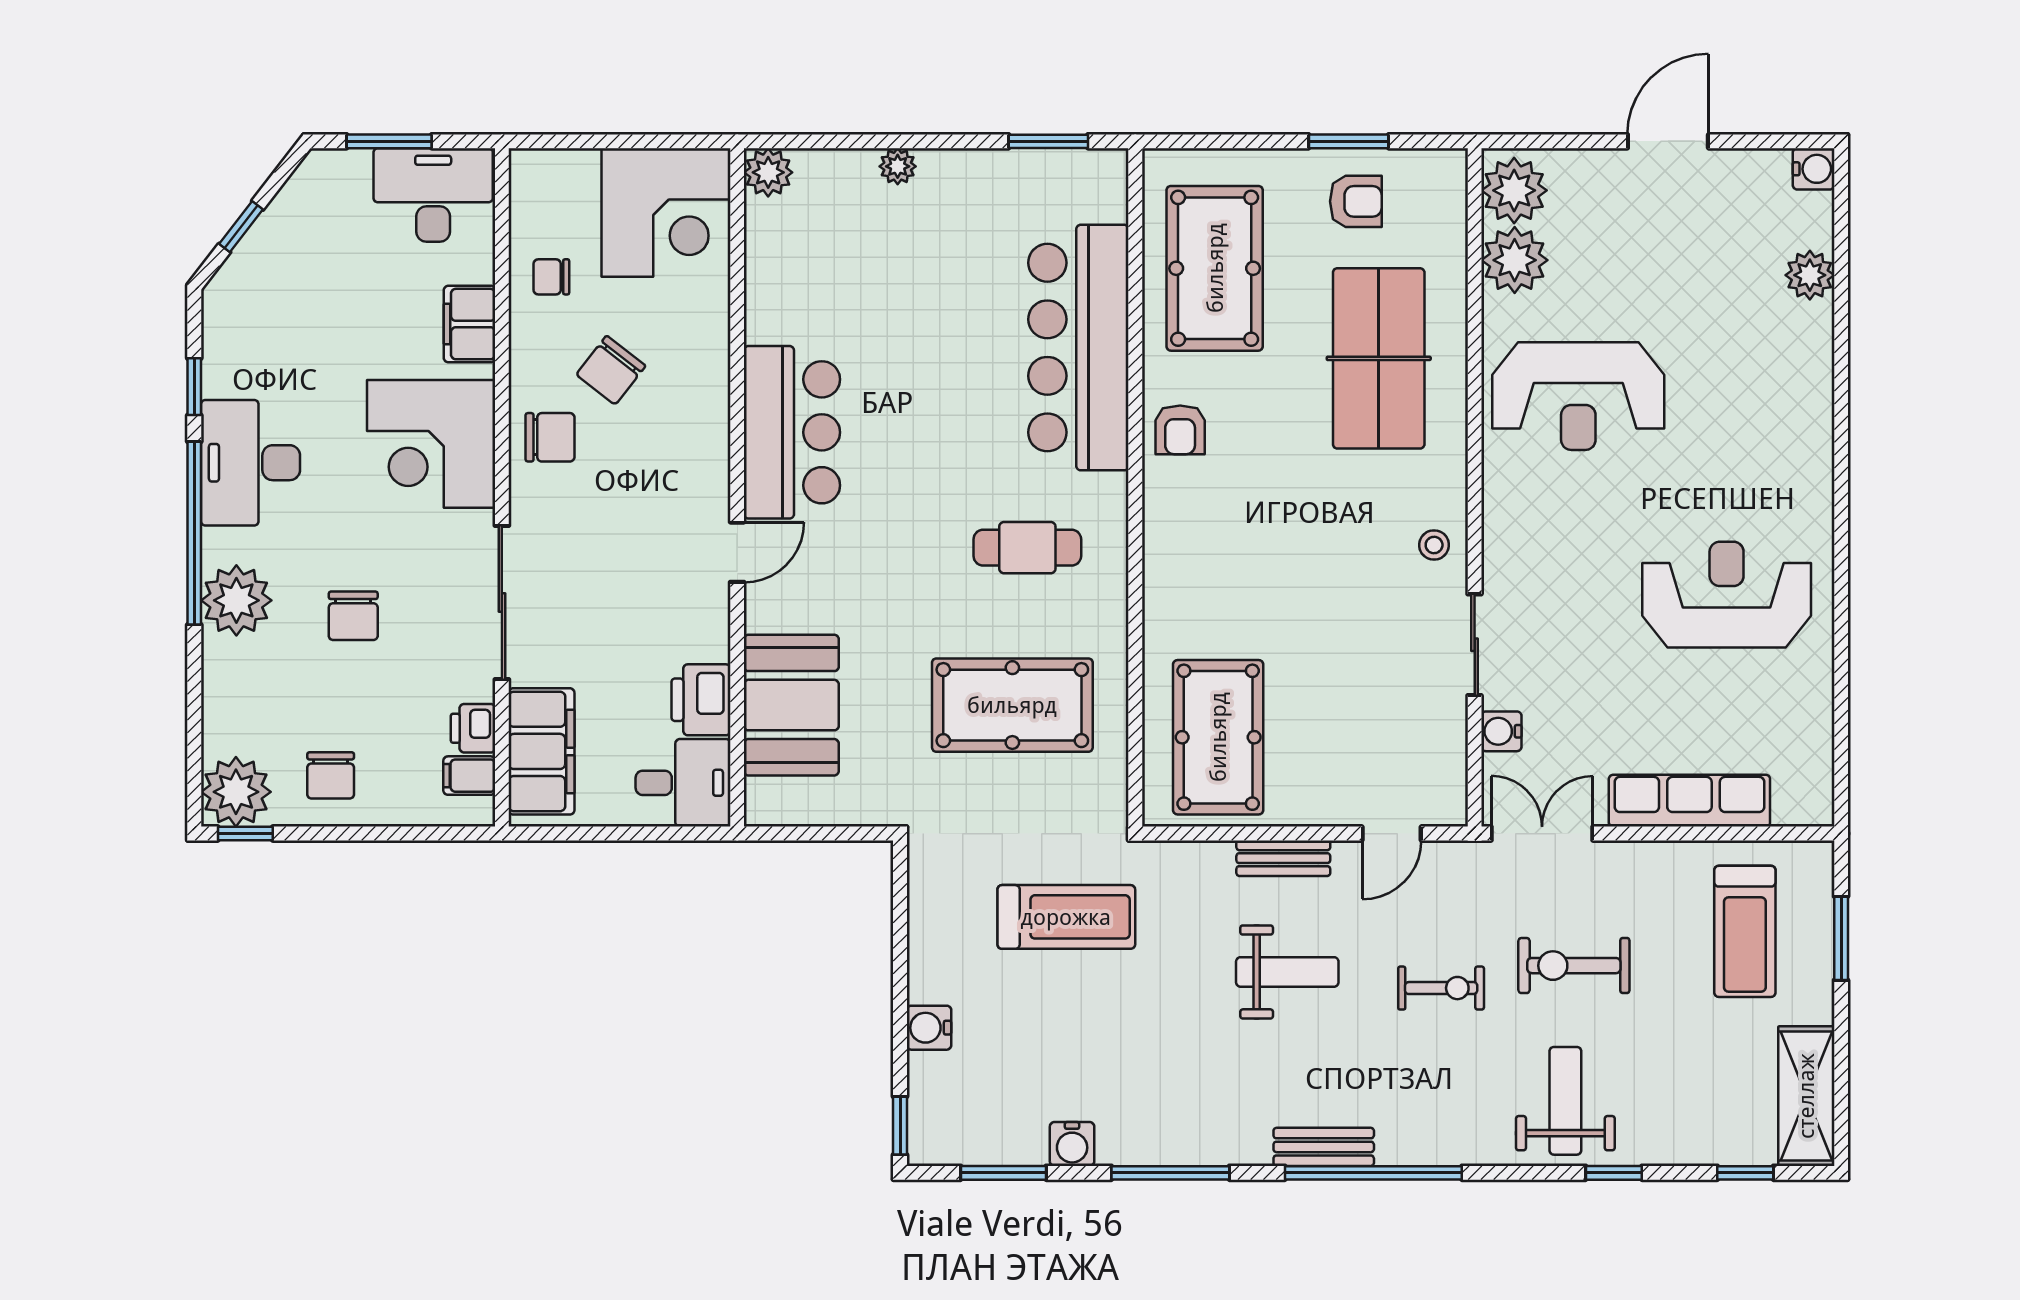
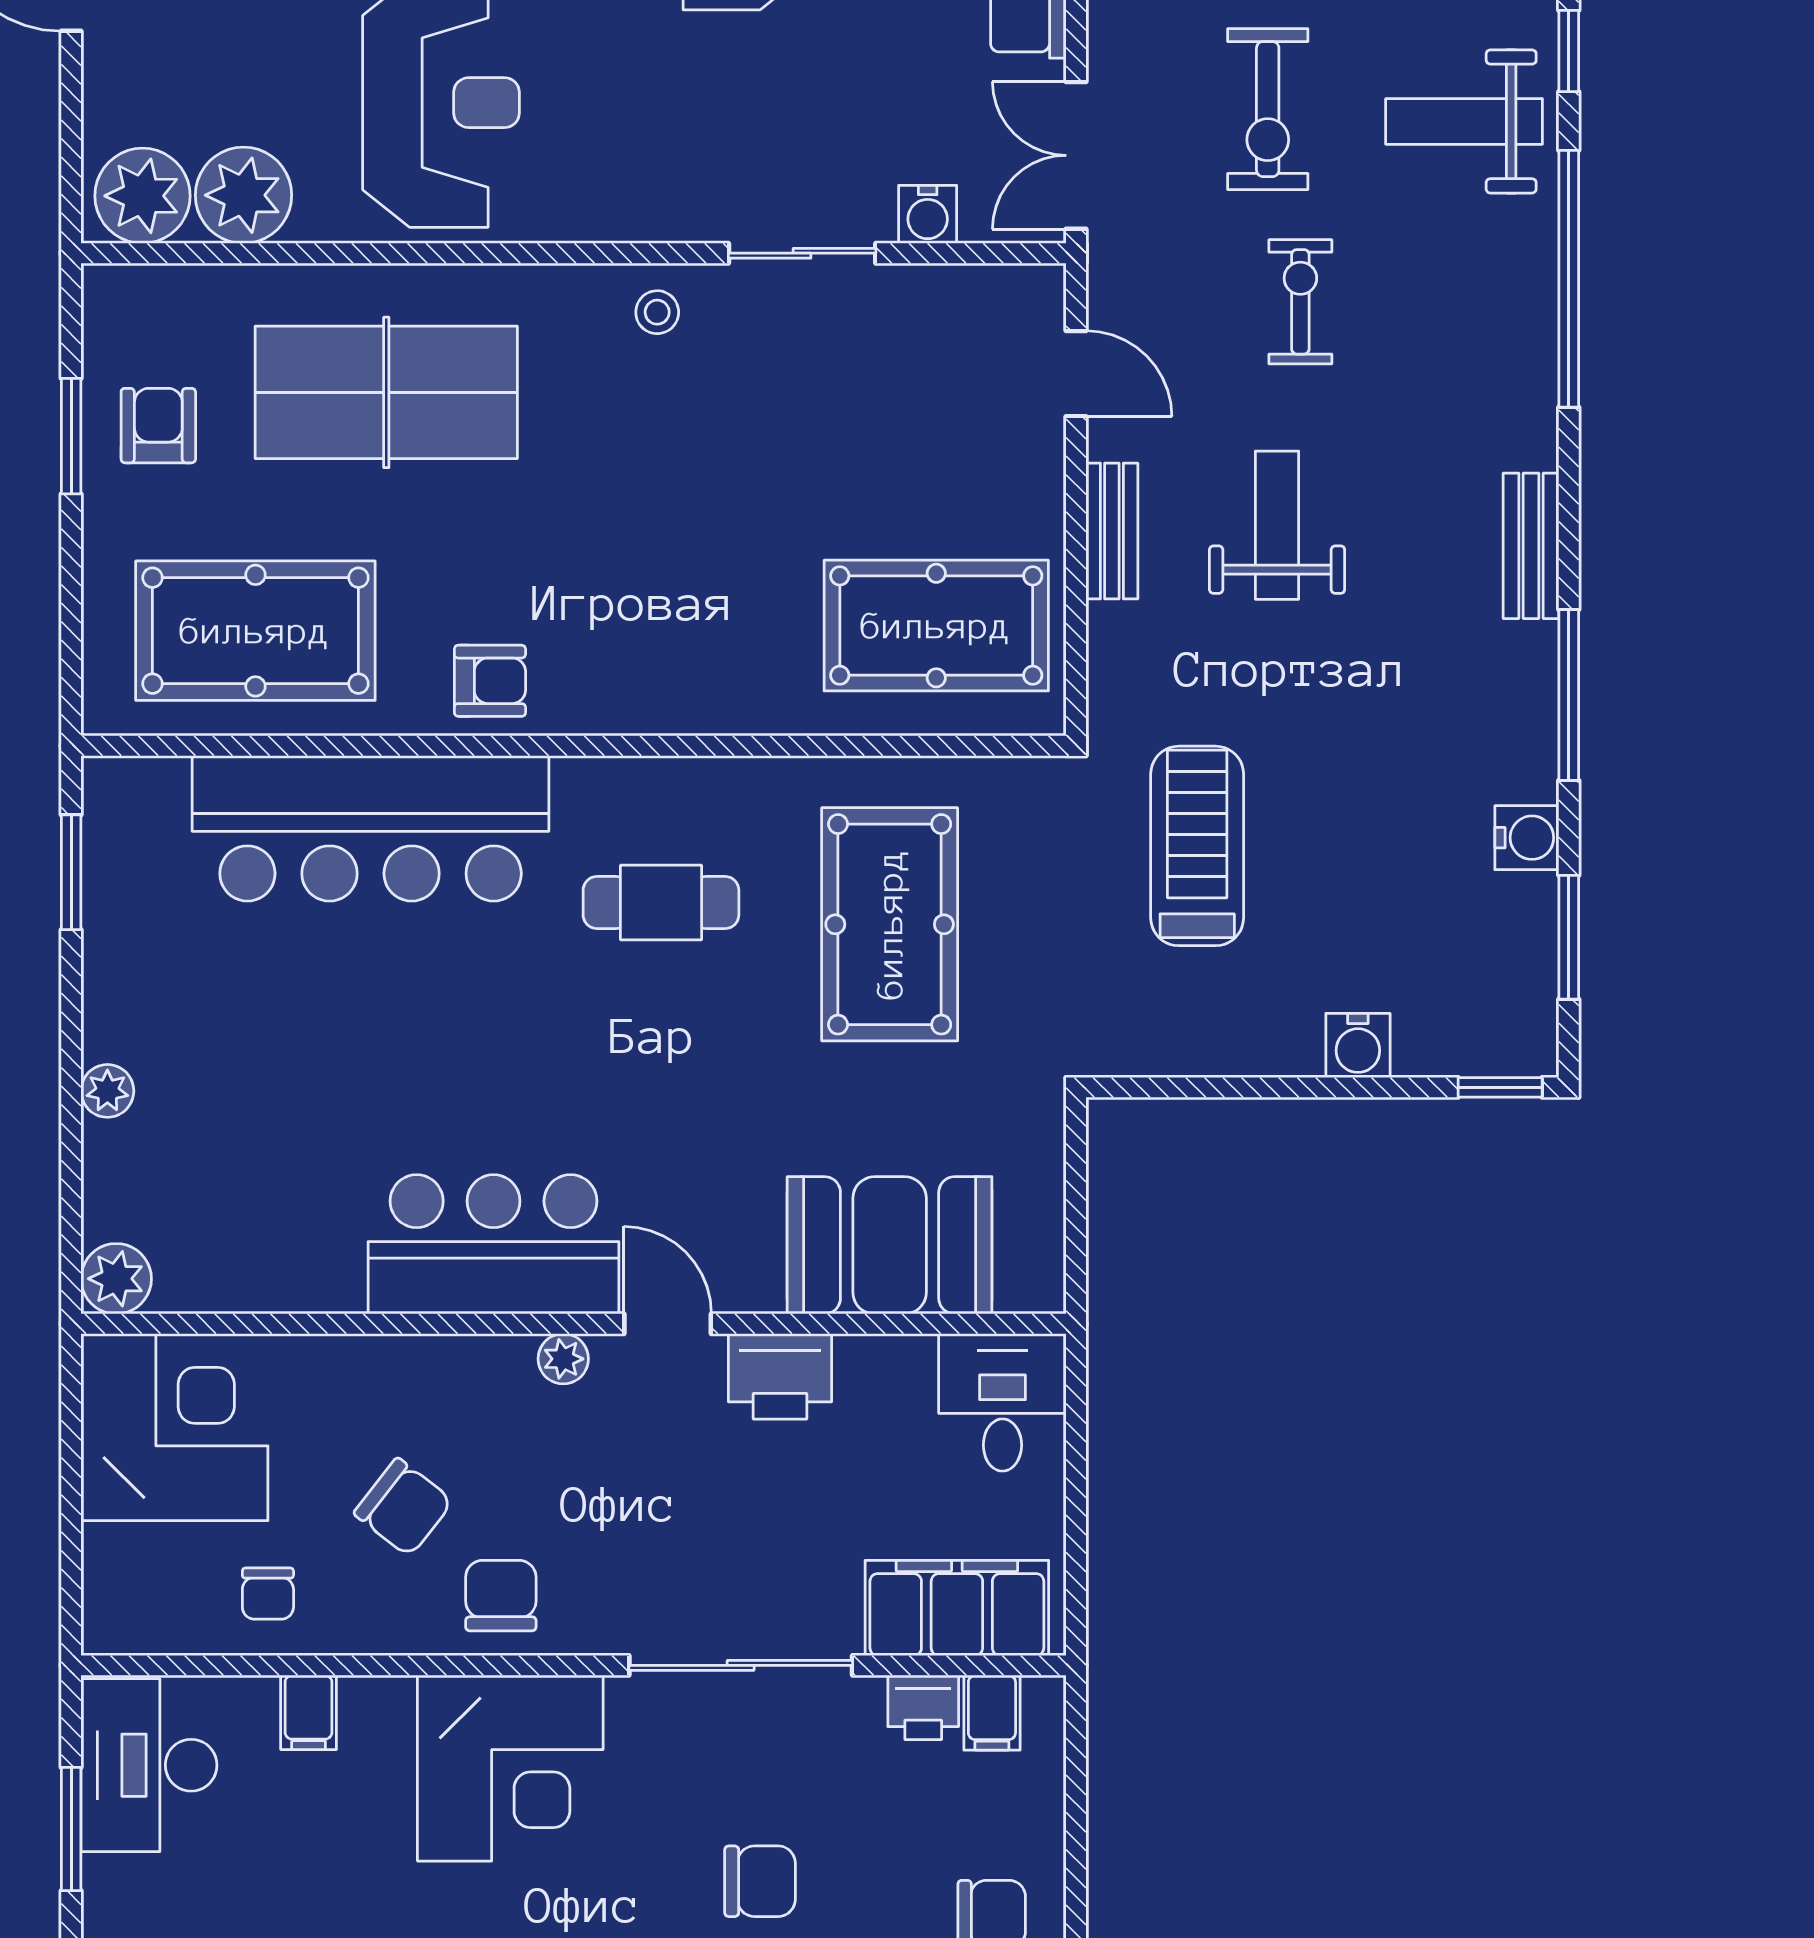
filing cabinet: (470, 324) -> (309, 1712), width x0.50
plant: (713, 480) -> (563, 1359), added
cafe table: (1027, 548) -> (661, 903), turned 90
printer: (701, 700) -> (780, 1376), moved
bench: (1324, 1147) -> (1531, 546), moved
window: (1373, 1173) -> (1569, 279), moved

